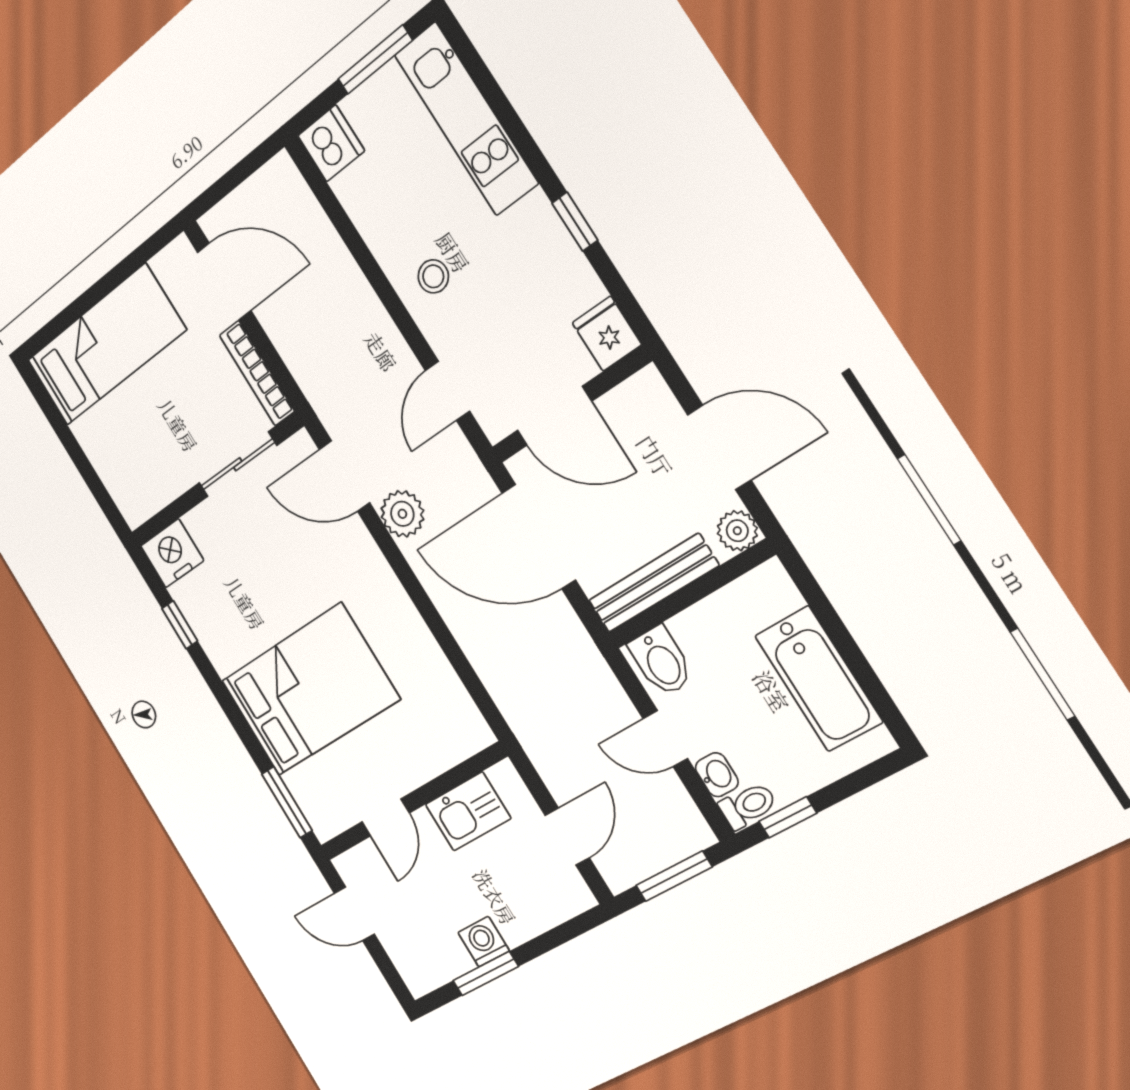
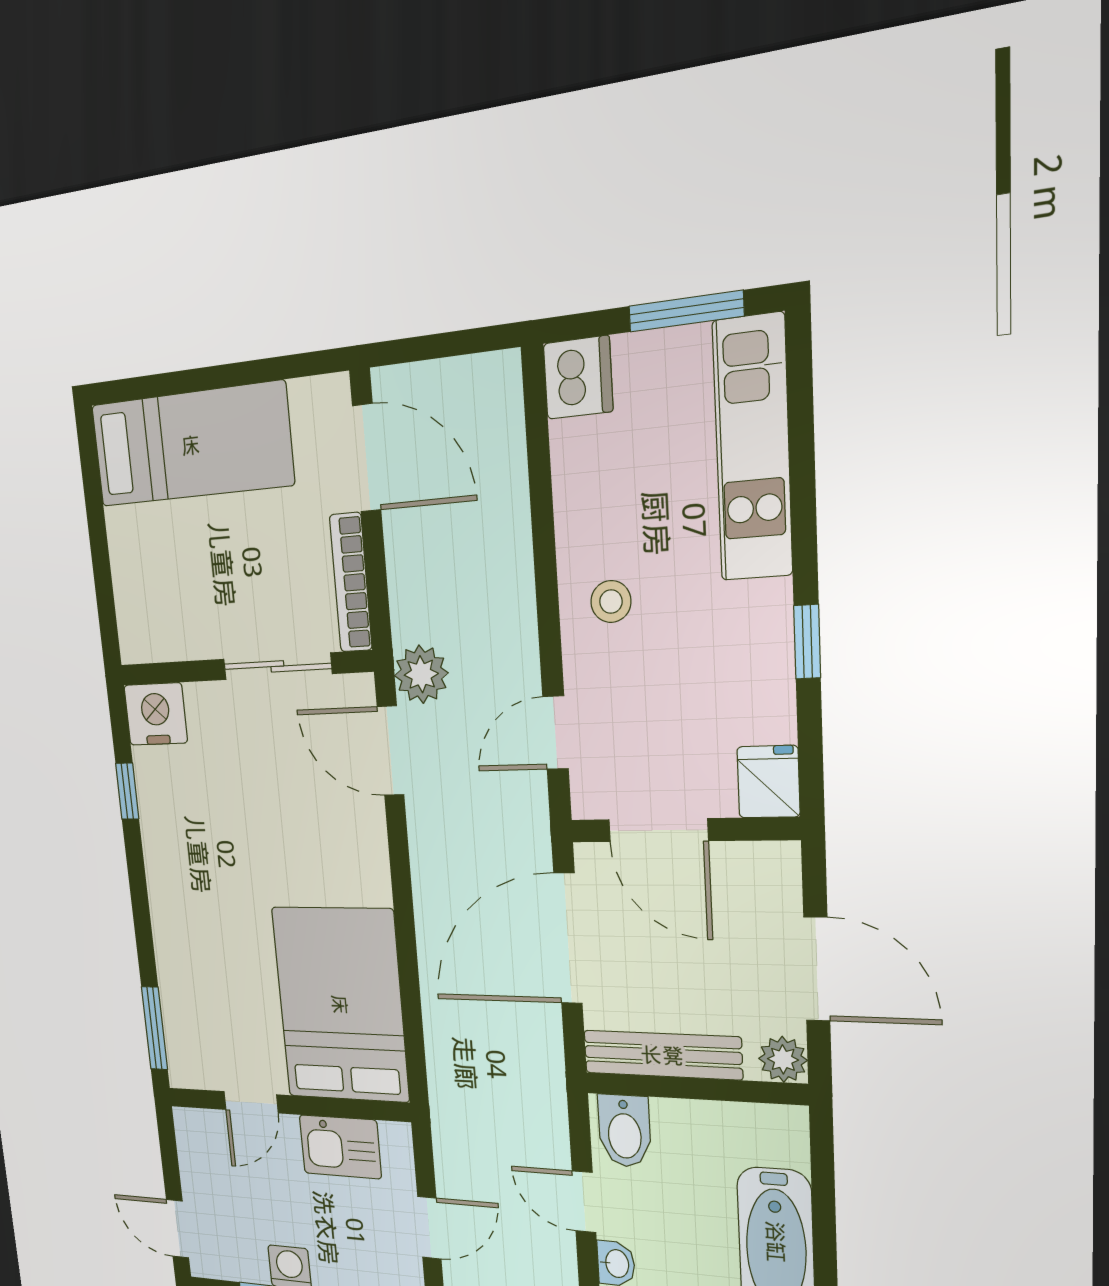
plant: (402, 514) -> (421, 674), moved
door: (539, 537) -> (568, 938), hinge flipped
bed: (310, 690) -> (340, 1005), moved, turned -90
door: (354, 914) -> (178, 1229), moved

